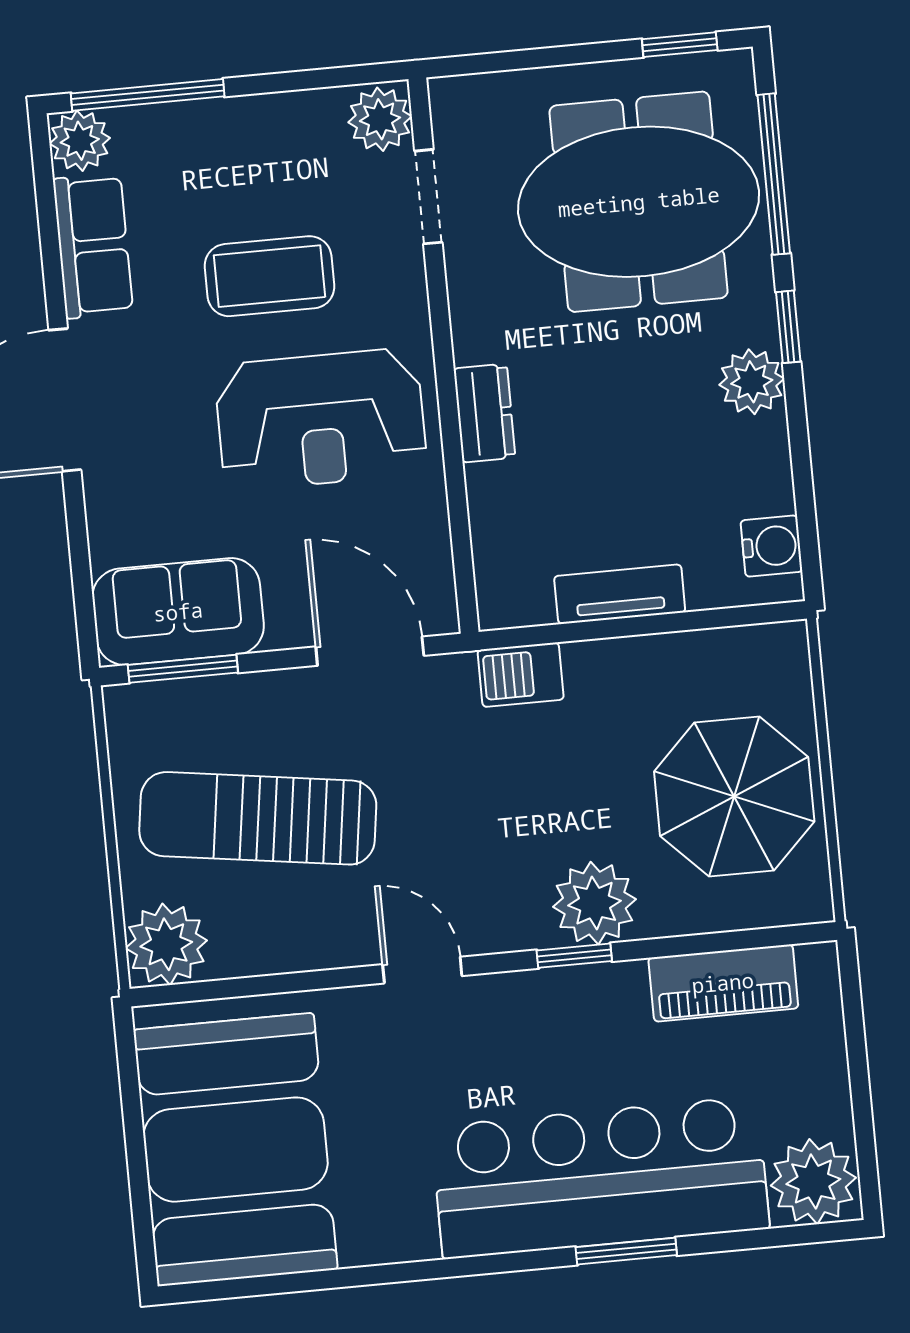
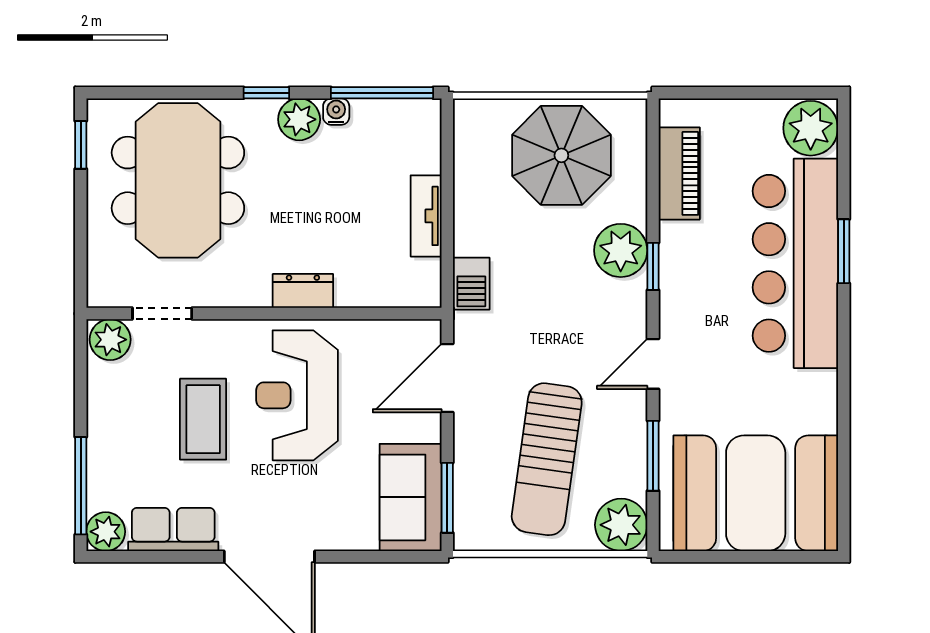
window: (774, 174) -> (382, 93), moved
reception desk: (321, 419) -> (297, 395), turned 180
water cooler: (771, 546) -> (336, 112), moved, width x0.72, depth x0.72
window: (279, 984) -> (653, 456), added

